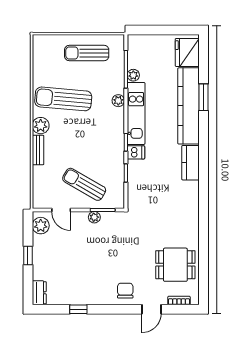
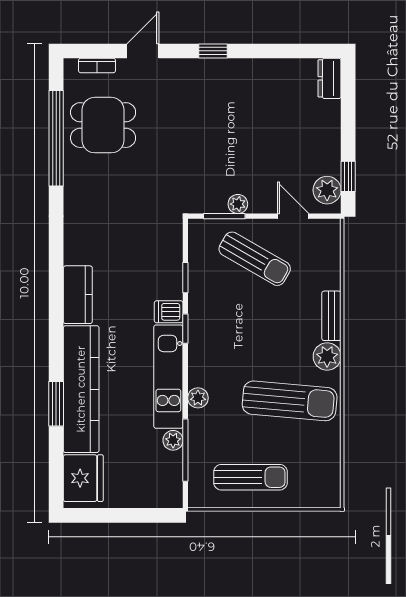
window: (28, 255) -> (348, 176), moved
window: (204, 257) -> (56, 138), added
chair: (125, 291) -> (186, 82), removed
window: (78, 309) -> (213, 51), moved

